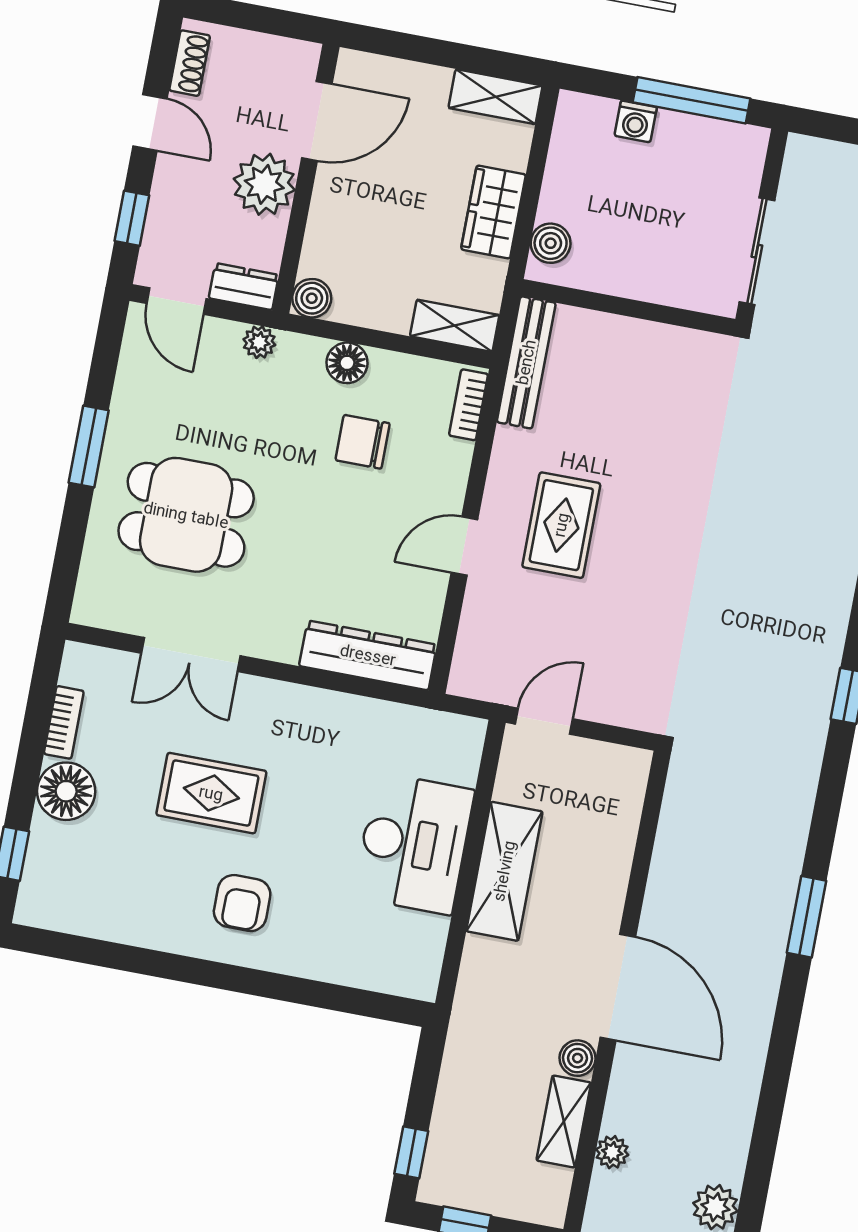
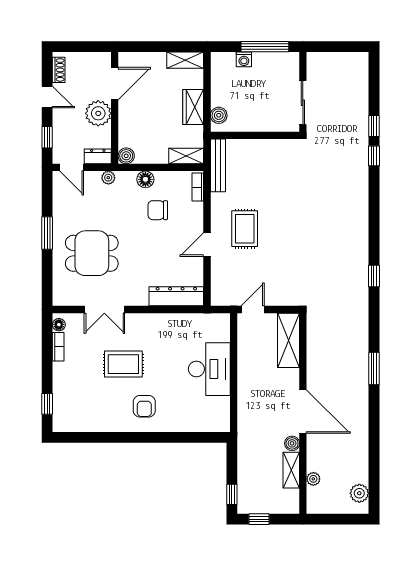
floor lamp: (66, 791) -> (59, 325), moved, width x0.53, depth x0.53
shelving: (504, 871) -> (288, 340), moved

